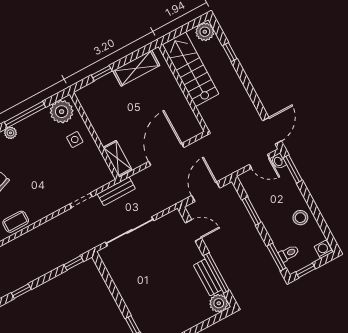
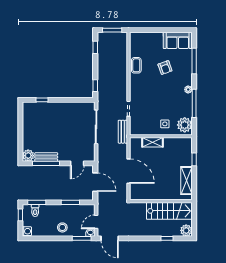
shelving: (117, 158) -> (153, 142), moved
stool: (300, 218) -> (62, 227), moved

